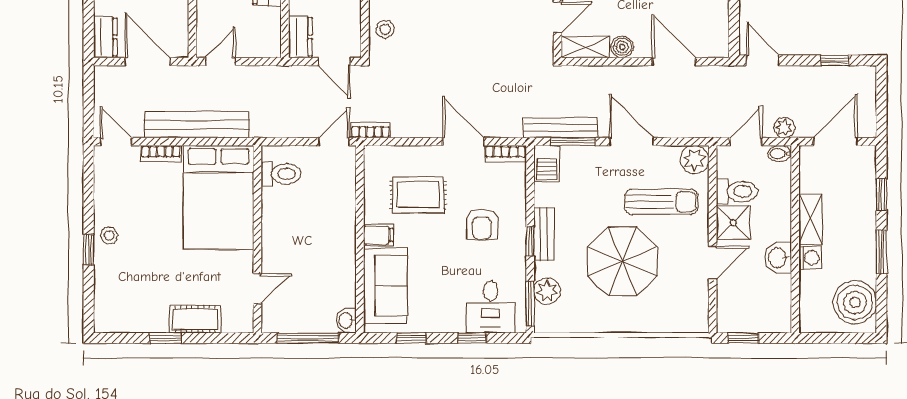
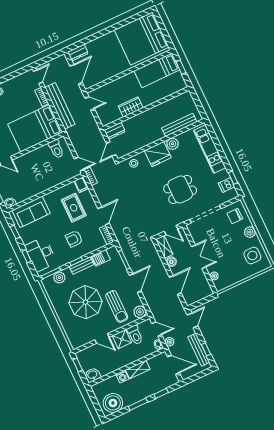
bench: (560, 128) -> (199, 350), moved
barbecue: (547, 163) -> (101, 258), moved
filing cabinet: (378, 235) -> (81, 185), moved
washbasin: (778, 257) -> (92, 375), moved
desk: (491, 307) -> (41, 254), width x1.37

